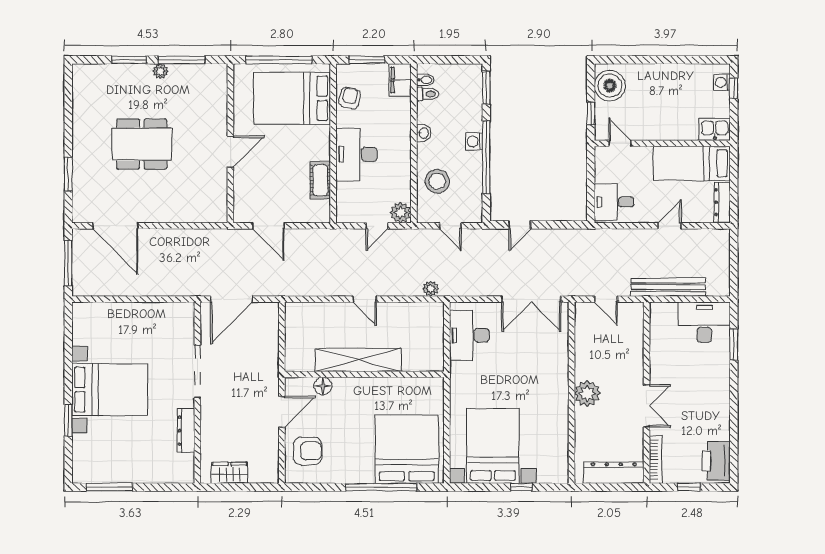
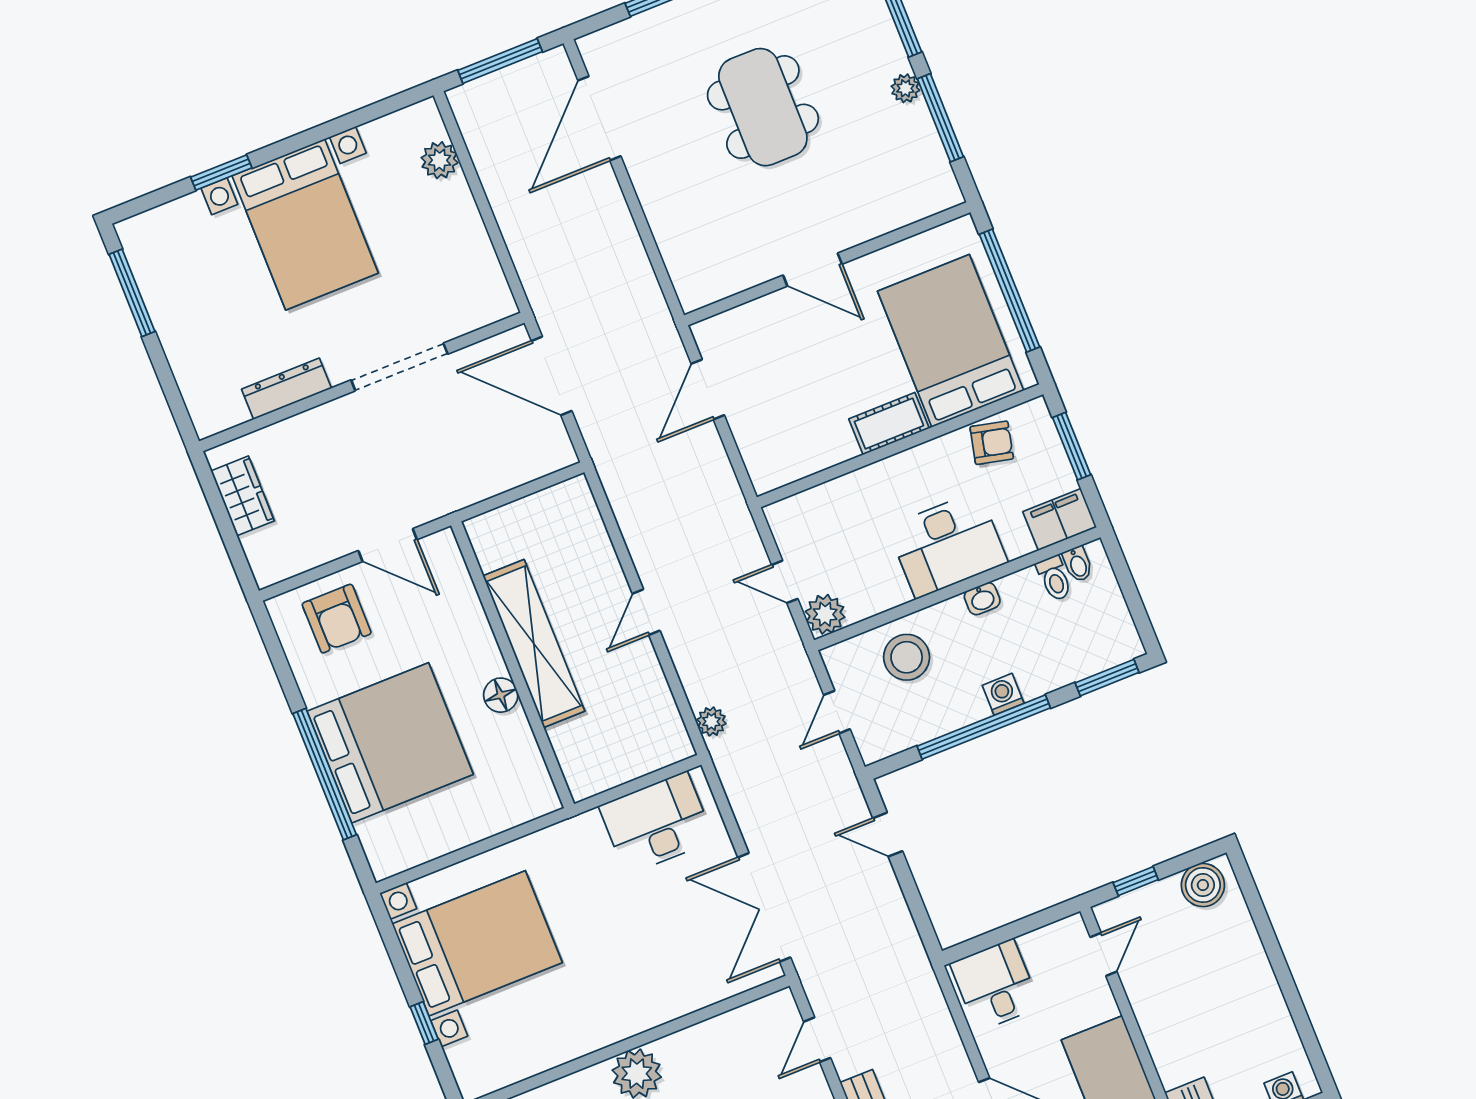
boiler: (610, 86) -> (1203, 885), width x0.73, depth x0.73
desk: (357, 154) -> (948, 545), moved, turned 180
cot: (320, 180) -> (889, 424), moved
plant: (105, 312) -> (440, 160), added
floor lamp: (323, 386) -> (501, 695), moved
bed: (407, 449) -> (390, 743), moved

